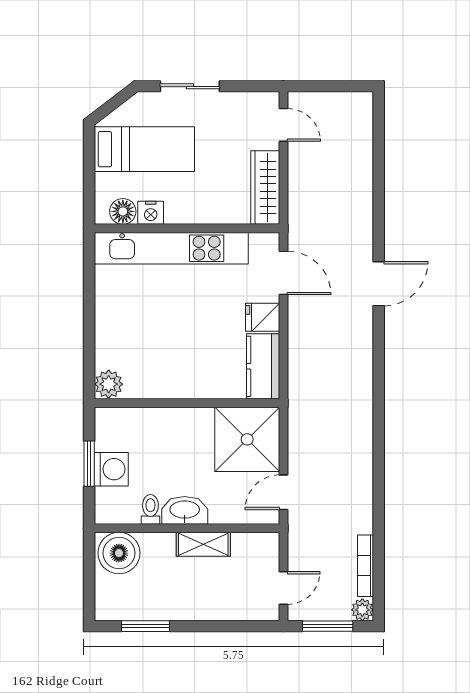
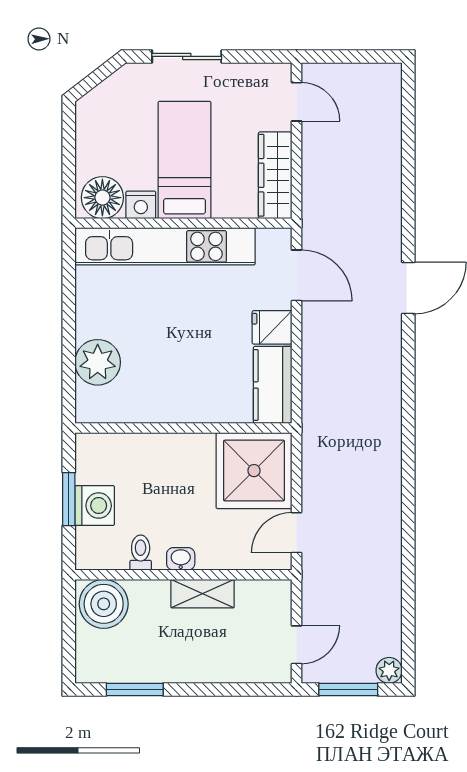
bed: (144, 149) -> (185, 160), moved, turned -90
floor lamp: (123, 211) -> (102, 198), width x1.38, depth x1.38
plant: (109, 384) -> (98, 362), moved, width x1.36, depth x1.36
washbasin: (185, 510) -> (181, 559), width x0.52, depth x0.69
bookcase: (366, 566) -> (393, 619), removed

